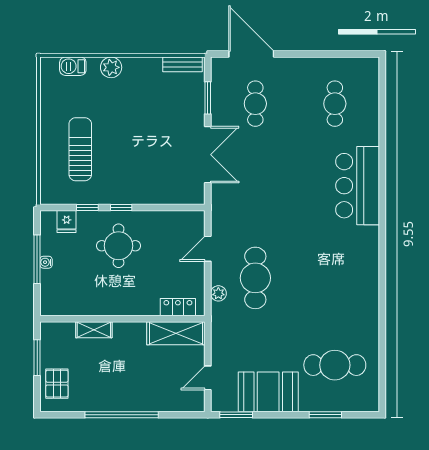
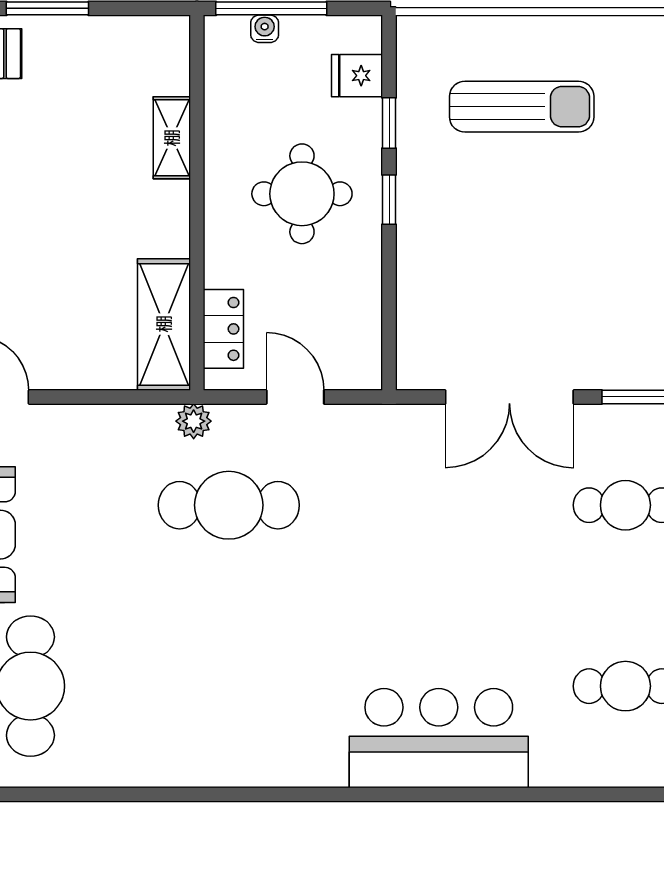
locker: (178, 307) -> (223, 329), moved
wall: (122, 319) -> (197, 203), moved
shelving: (94, 330) -> (172, 138), moved
shelving: (176, 333) -> (164, 324), moved

